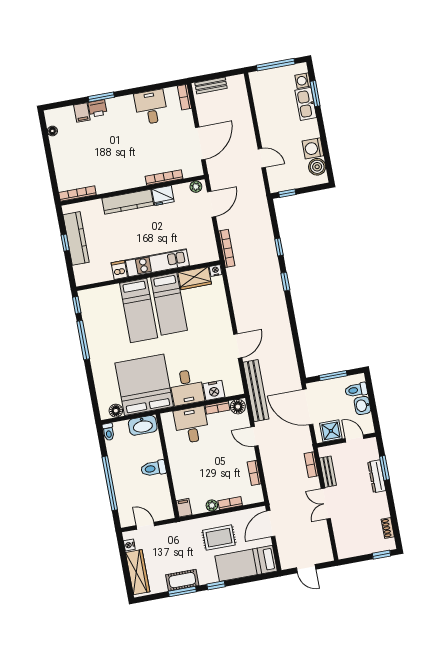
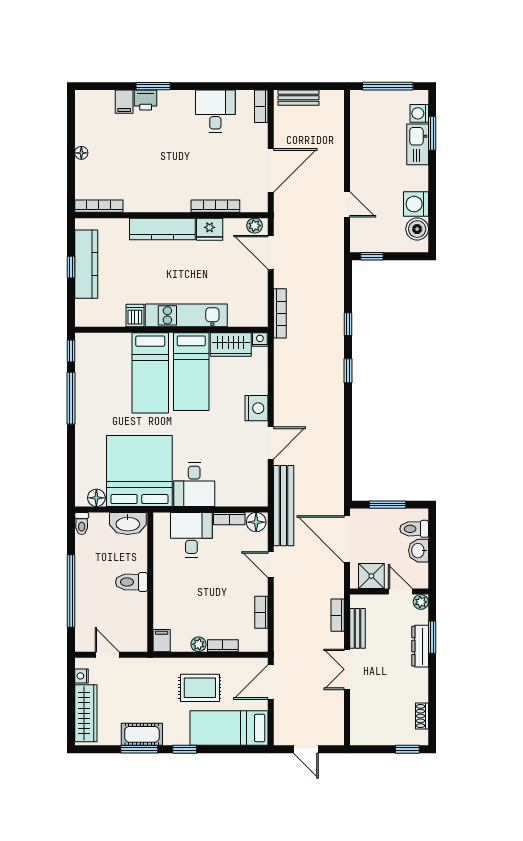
floor lamp: (52, 131) -> (81, 153), moved
door: (211, 204) -> (271, 252), swing flipped
nightstand: (214, 390) -> (256, 408), moved, turned -90
plant: (371, 443) -> (421, 602), added

